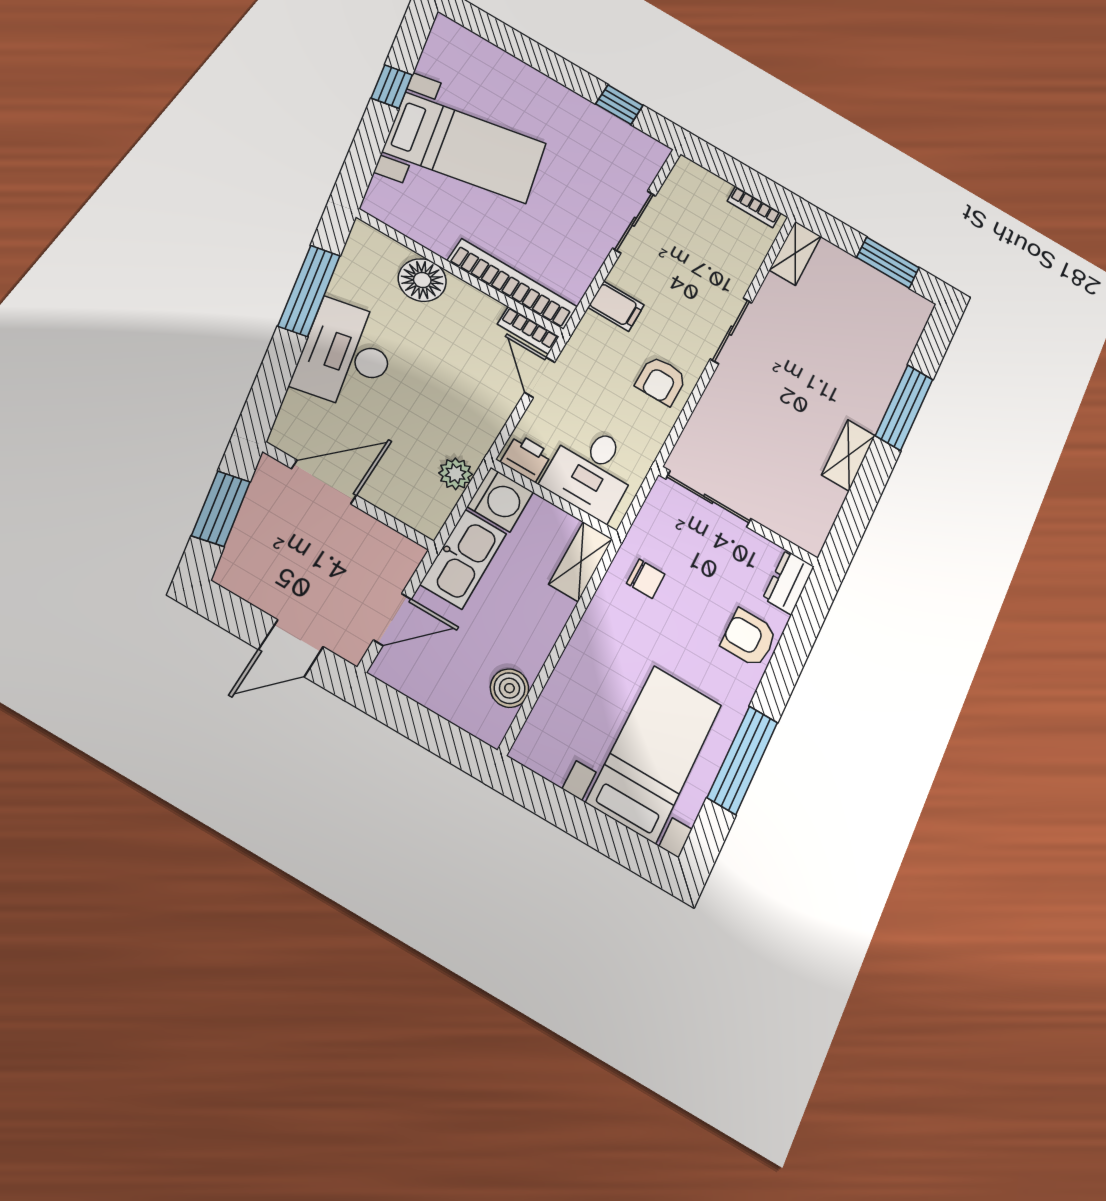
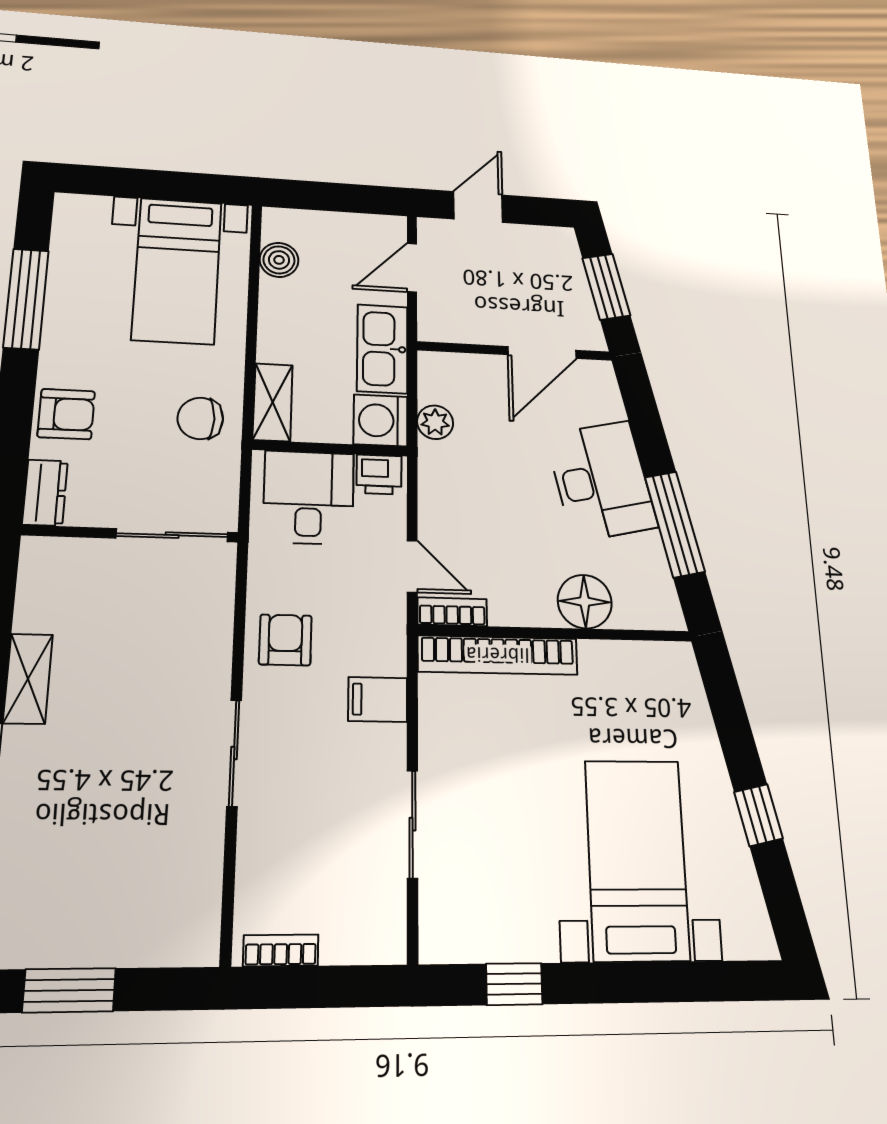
bed with nightstands: (465, 148) -> (637, 859), moved, turned 102
shelving: (795, 253) -> (200, 917), removed
chair: (646, 579) -> (200, 418), width x1.37, depth x1.37
bed with nightstands: (655, 753) -> (177, 270), moved

